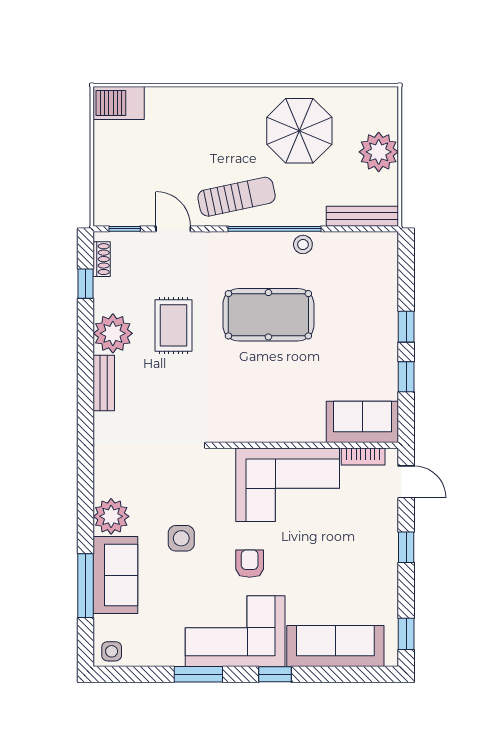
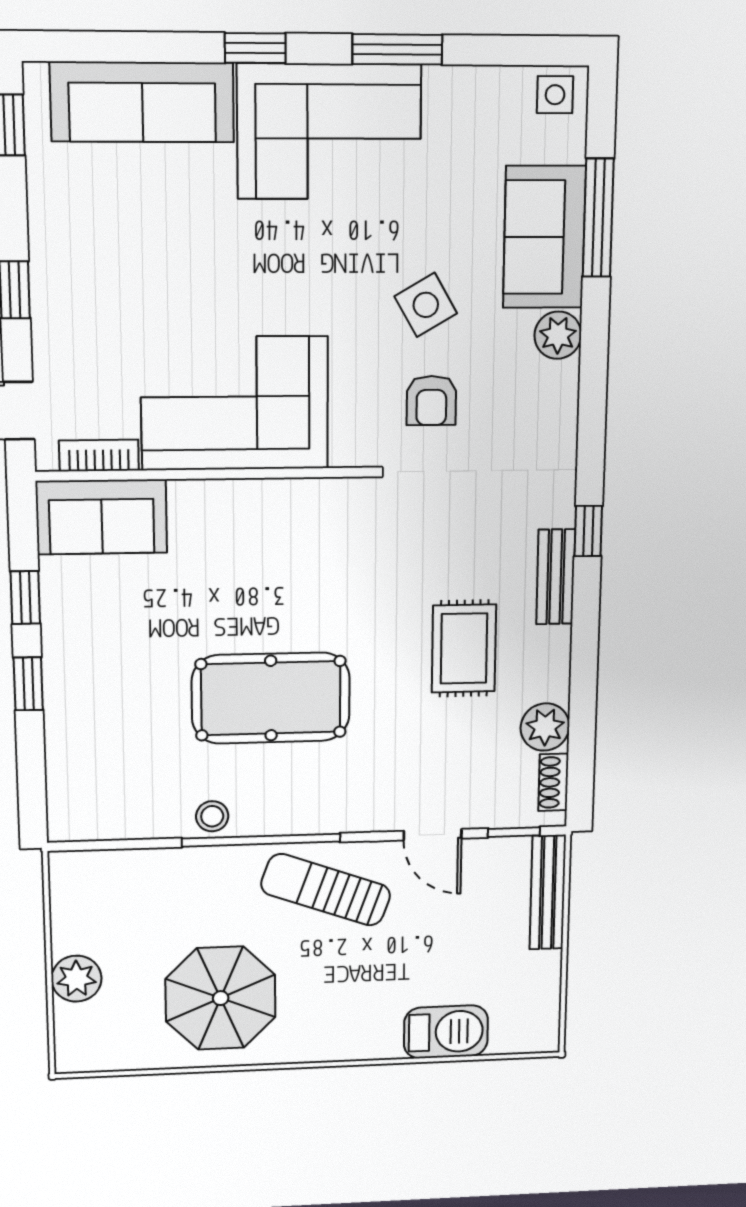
barbecue: (119, 103) -> (446, 1032), moved
plant: (379, 152) -> (76, 979), width x0.73, depth x0.73
sun lounger: (237, 197) -> (326, 890), turned 32
bench: (362, 216) -> (548, 892), moved, turned 90
window: (85, 284) -> (588, 531), moved
rug: (173, 325) -> (464, 648), moved
plant: (113, 333) -> (545, 727), moved, width x0.73, depth x0.73
plant: (111, 516) -> (558, 335), width x0.73, depth x0.73
side table: (181, 538) -> (426, 305), turned -30
armchair: (250, 564) -> (431, 401), moved

